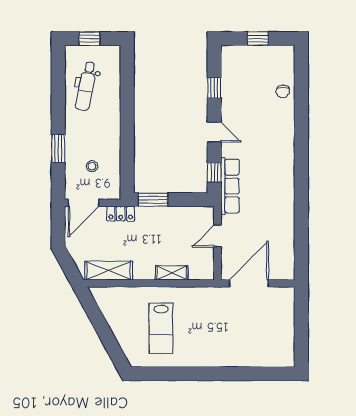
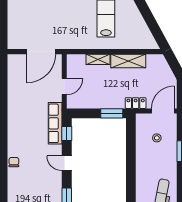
chair: (283, 91) -> (14, 162), moved
shelving: (109, 271) -> (128, 61), moved

